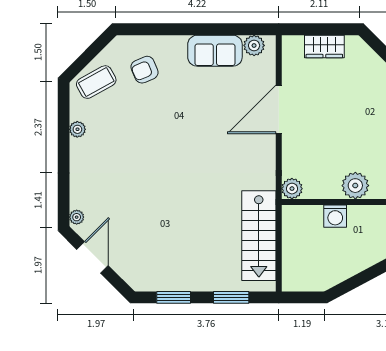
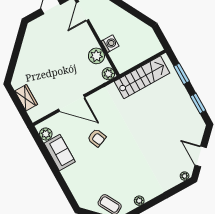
armchair: (145, 70) -> (97, 138), moved
plant: (355, 186) -> (96, 56), moved
door: (92, 257) -> (201, 156), hinge flipped

